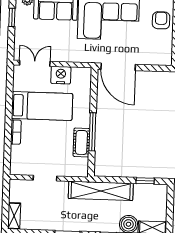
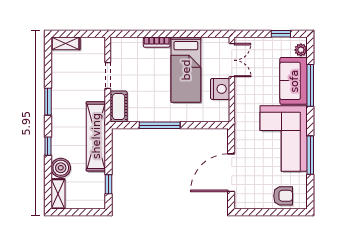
door: (118, 67) -> (231, 173), moved
cot: (81, 142) -> (119, 107), moved, turned 90

